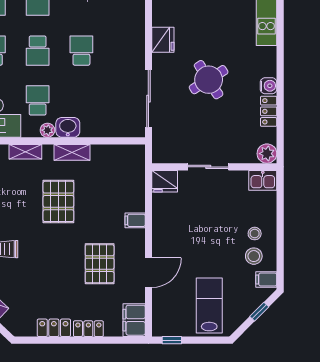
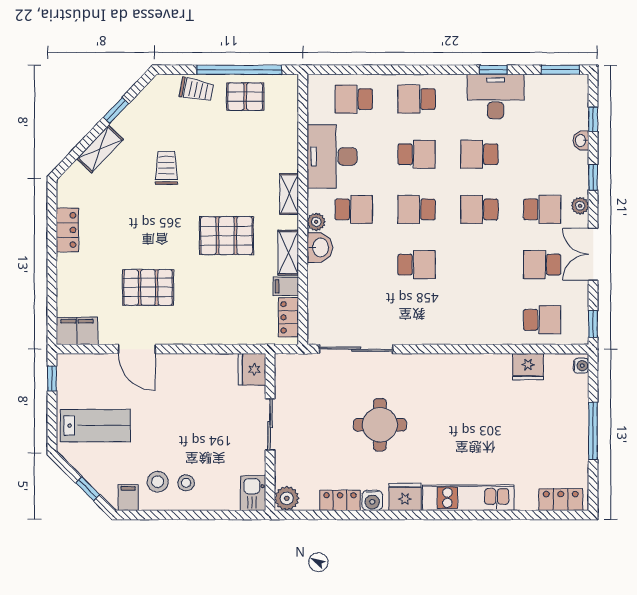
fridge: (163, 40) -> (405, 497), moved, turned 180
round table: (209, 80) -> (380, 425), turned 32
filing cabinet: (135, 220) -> (286, 286), moved, turned -90
locker: (88, 329) -> (289, 317), moved, turned 180

